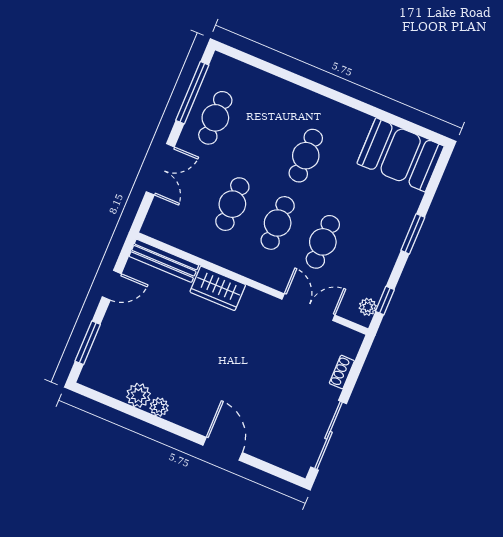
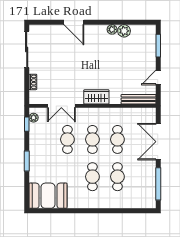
cafe table: (215, 118) -> (117, 177), moved
double door: (160, 169) -> (158, 142), width x1.37
wardrobe: (218, 288) -> (96, 97), moved

